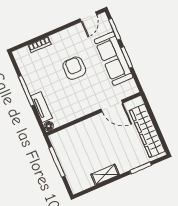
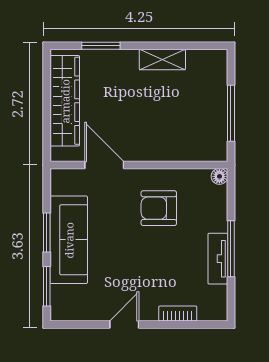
door: (88, 17) -> (124, 324), moved
armchair: (74, 68) -> (159, 208), moved, turned 90
tv unit: (42, 107) -> (218, 259), moved

